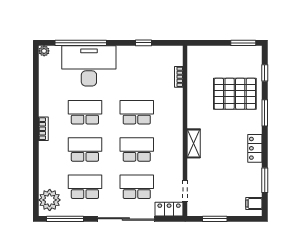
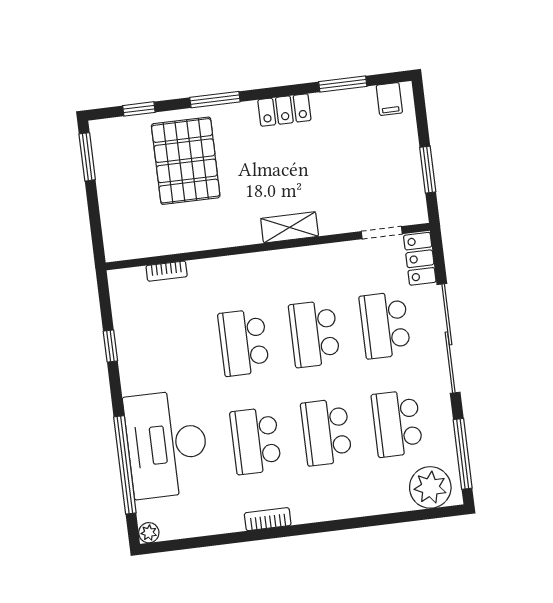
bookcase: (43, 129) -> (268, 519), moved

